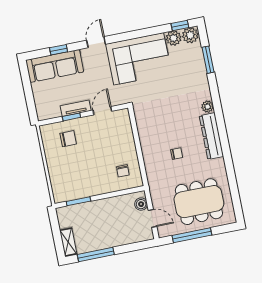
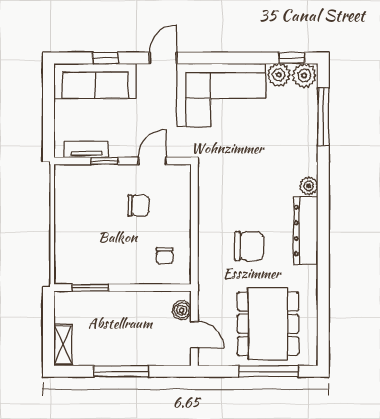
window: (208, 60) -> (323, 117), width x1.44
tv unit: (76, 108) -> (86, 149), moved
chair: (68, 139) -> (138, 206), moved
chair: (177, 154) -> (249, 246), width x1.87, depth x1.87
dining table: (199, 202) -> (268, 324), turned 90
window: (192, 235) -> (269, 371), moved
window: (96, 255) -> (121, 371), moved

